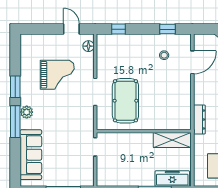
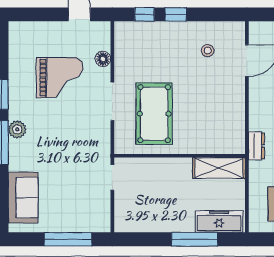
window: (168, 29) -> (176, 14), moved
floor lamp: (88, 46) -> (103, 59), moved
dresser: (199, 119) -> (257, 146), width x0.70
sofa: (31, 155) -> (23, 198), width x0.73

